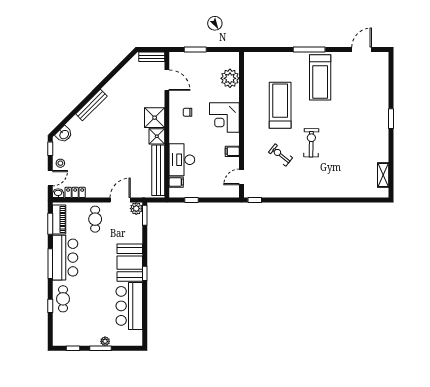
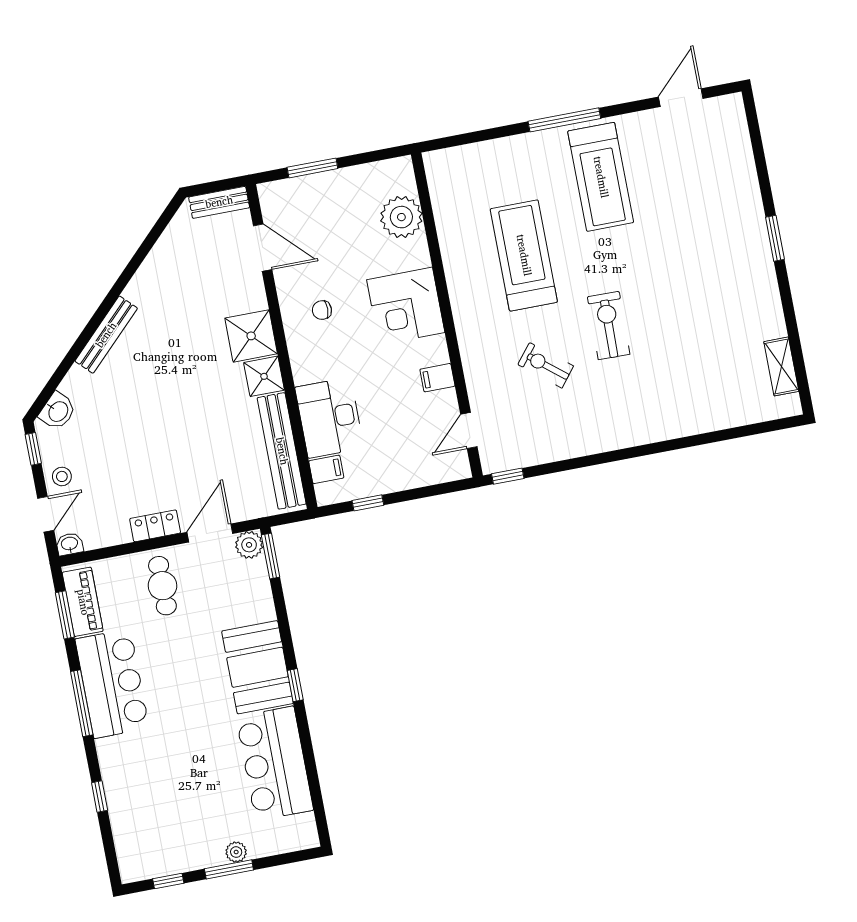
locker: (75, 192) -> (155, 526), moved
cafe table: (63, 299) -> (125, 776), removed

